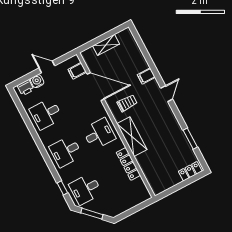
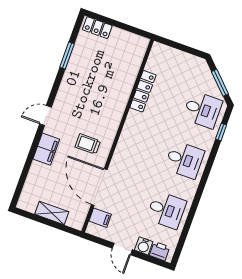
filing cabinet: (146, 76) -> (46, 149), width x2.00
desk: (99, 134) -> (140, 144), removed
shelving: (132, 137) -> (115, 111), removed

